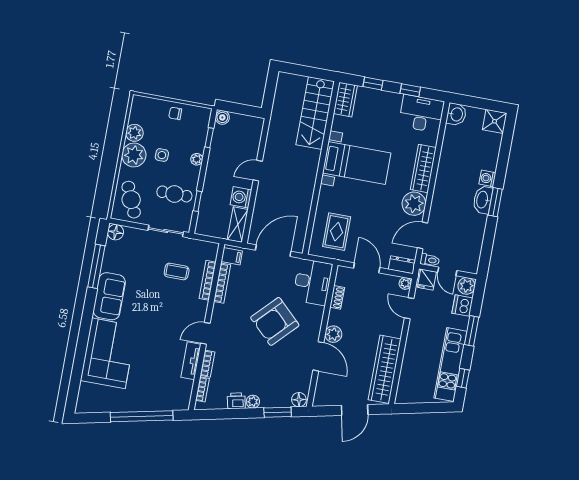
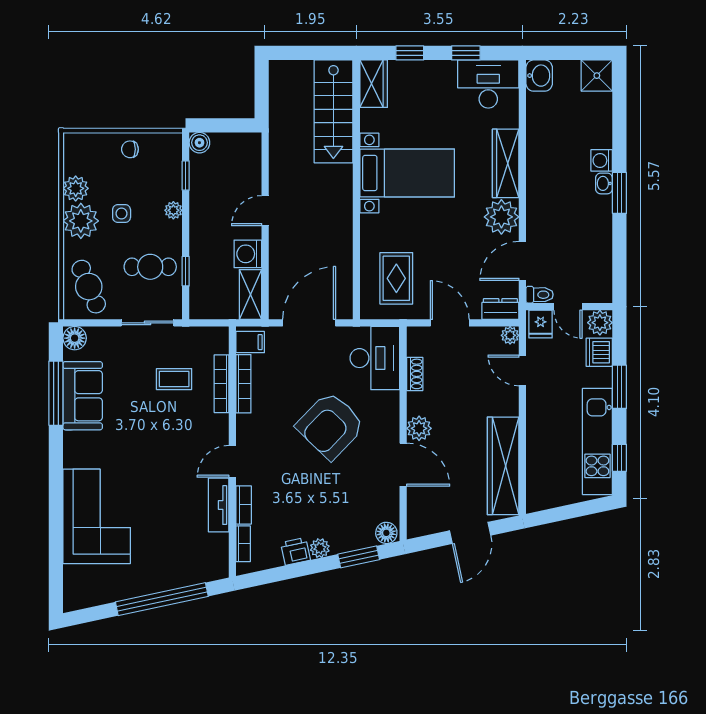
washbasin: (483, 200) -> (604, 183), width x0.52, depth x0.69
sofa: (109, 296) -> (83, 396), moved

